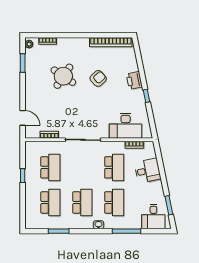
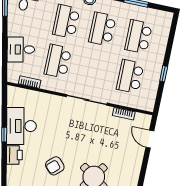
desk: (126, 126) -> (21, 126), moved, turned -102

